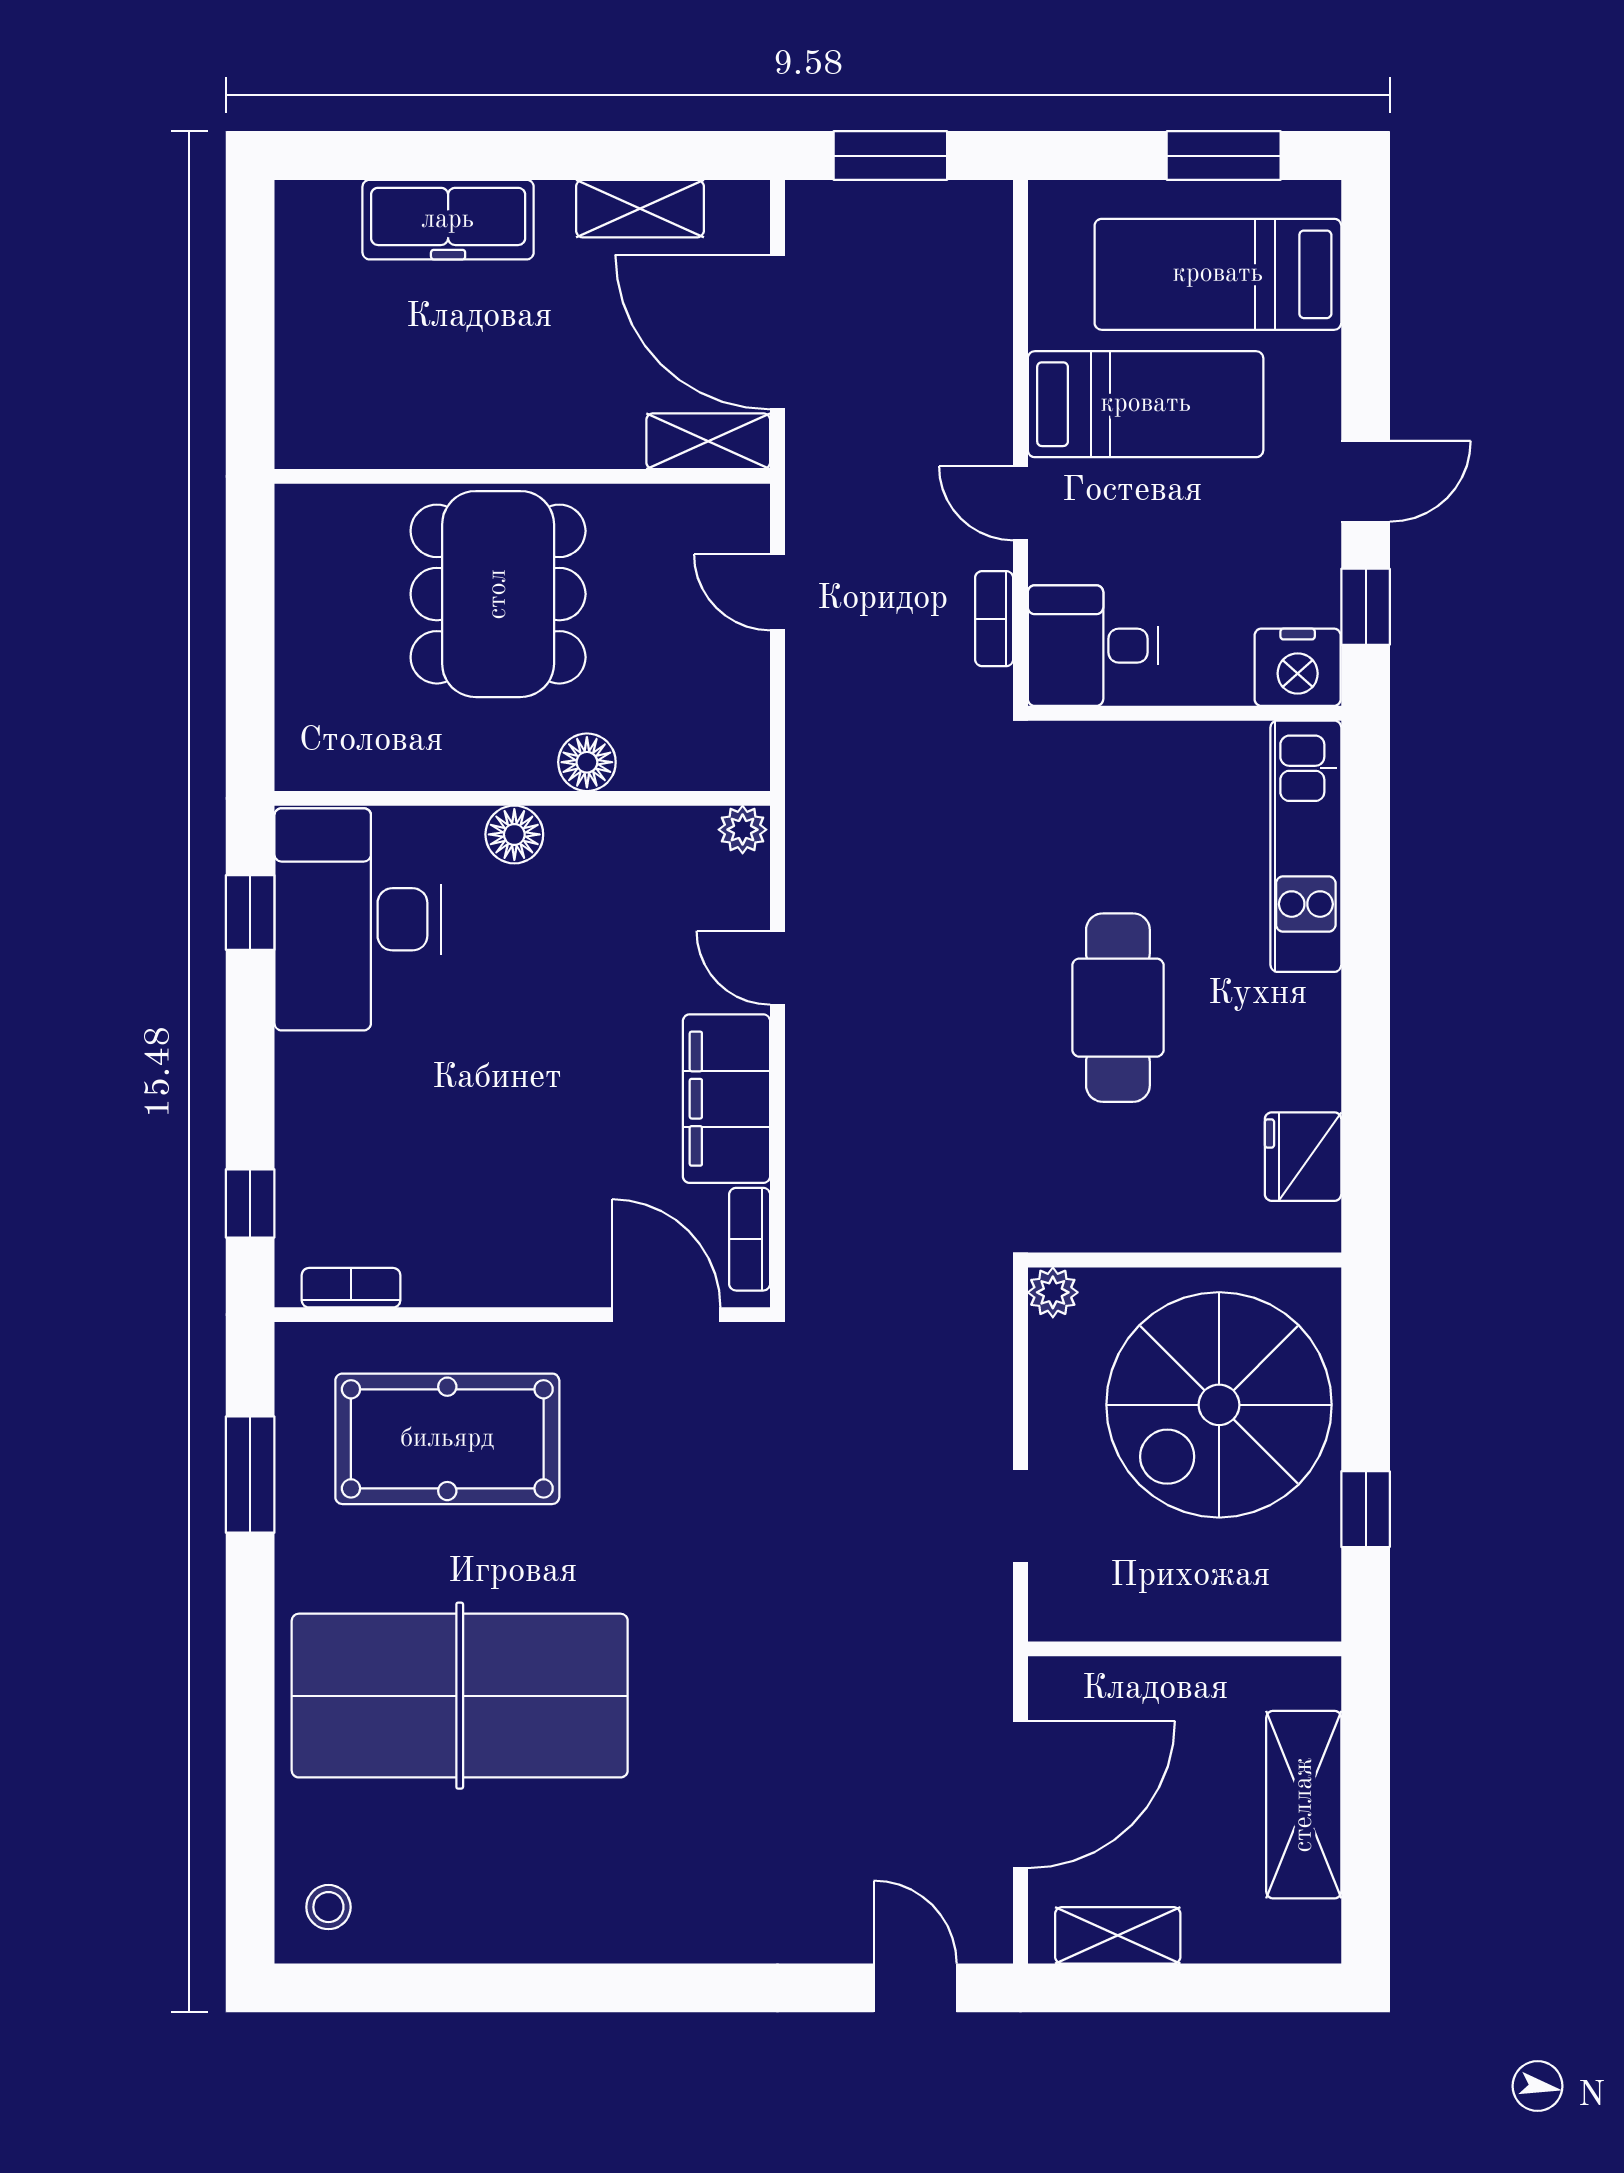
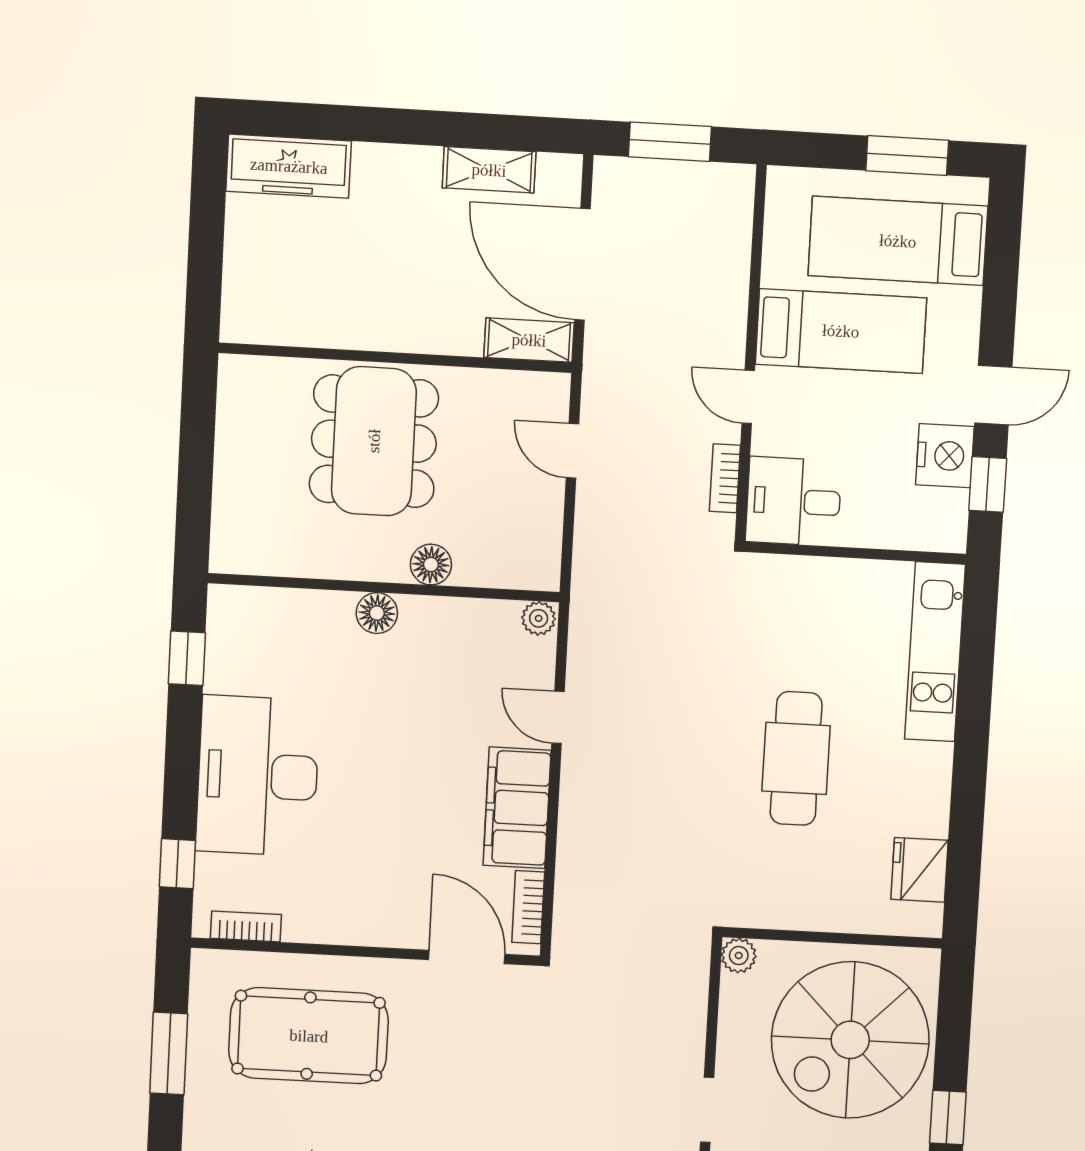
freezer: (448, 220) -> (289, 166), moved
nightstand: (1298, 667) -> (945, 456), moved, turned -90
desk: (358, 919) -> (258, 776), moved

